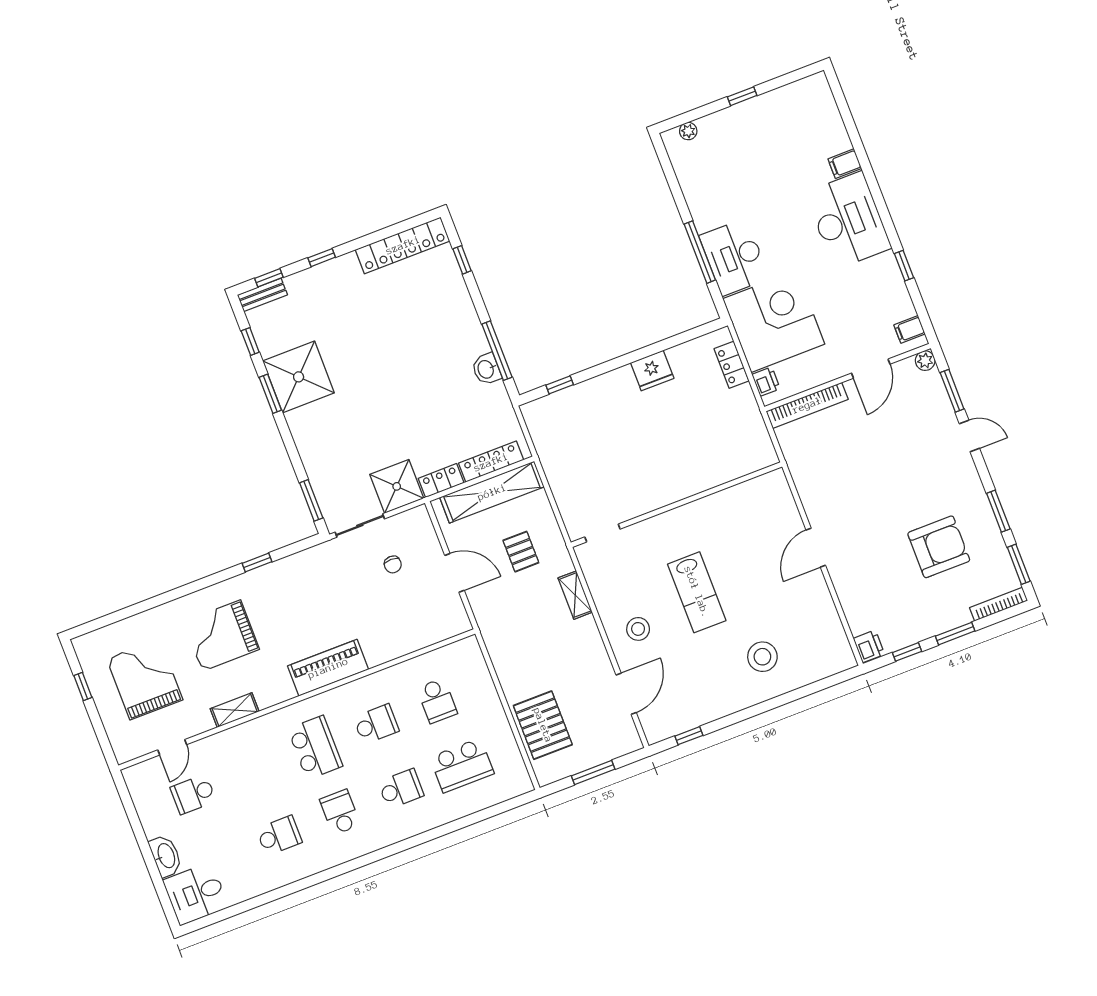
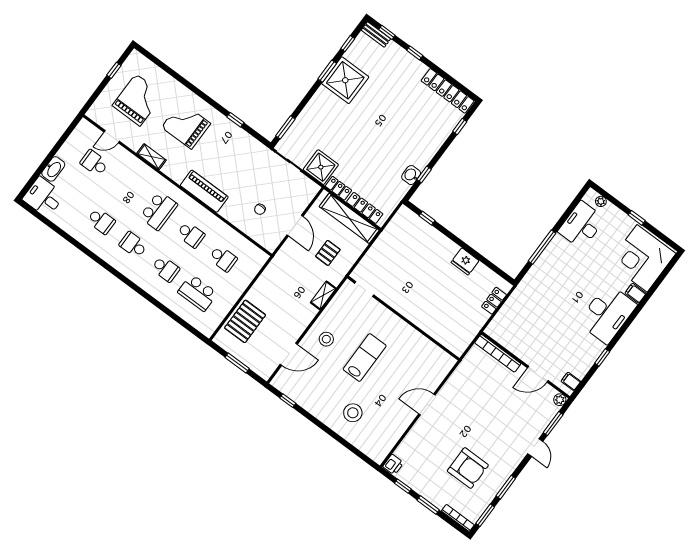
desk: (734, 257) -> (582, 225), moved
corner desk: (774, 321) -> (642, 258), moved, turned 180
window: (497, 351) -> (424, 174), width x0.46
printer: (766, 382) -> (497, 324), removed
chair: (393, 564) -> (260, 209), moved
lab bench: (697, 592) -> (365, 357), turned 180
school desk: (437, 701) -> (223, 259), turned -90
school desk: (340, 812) -> (133, 245), turned -90

